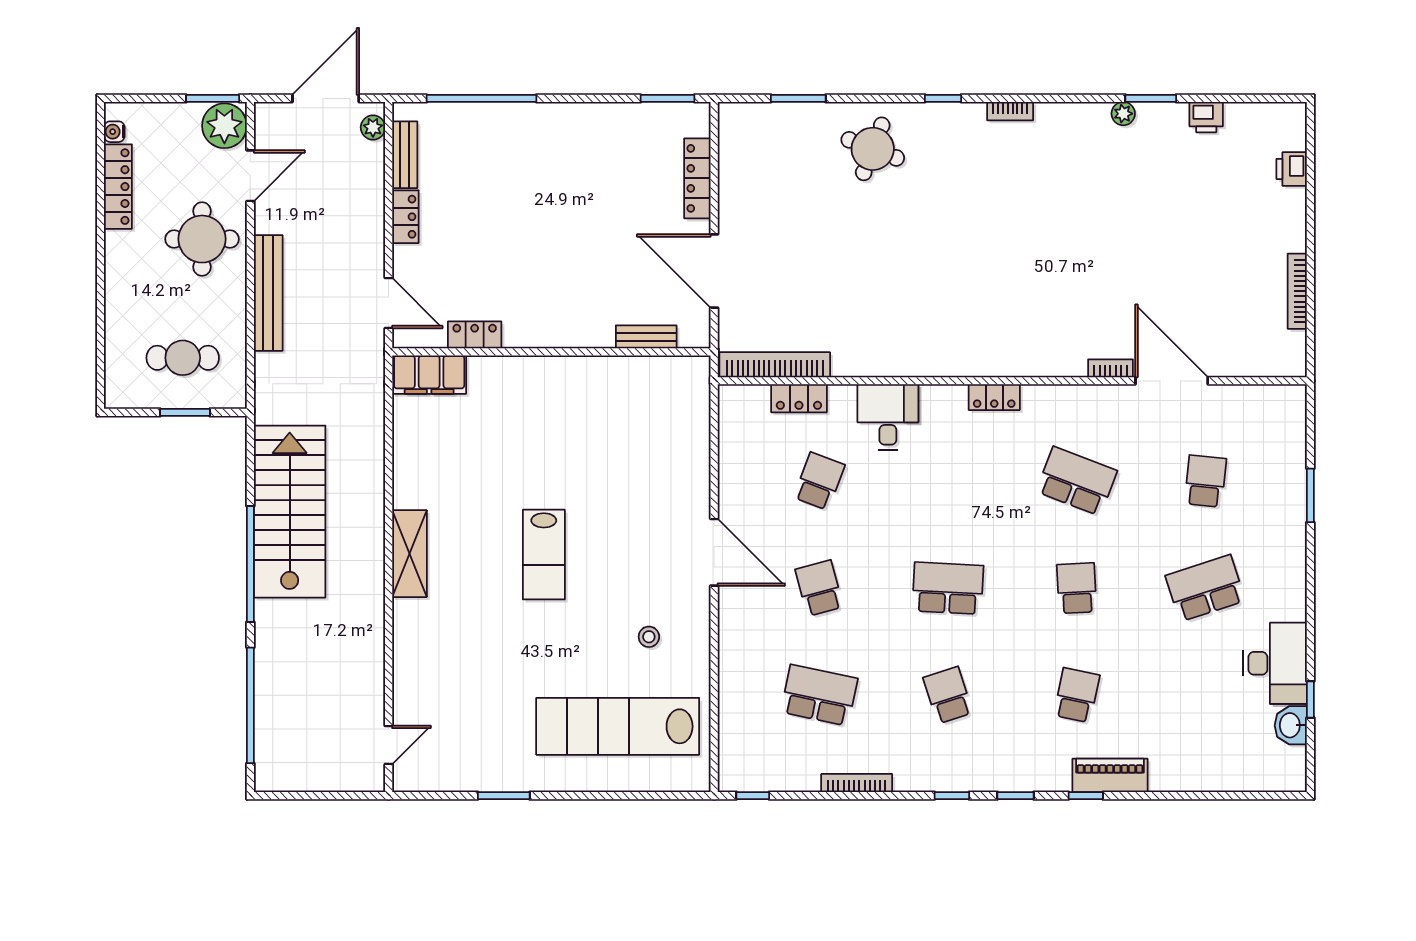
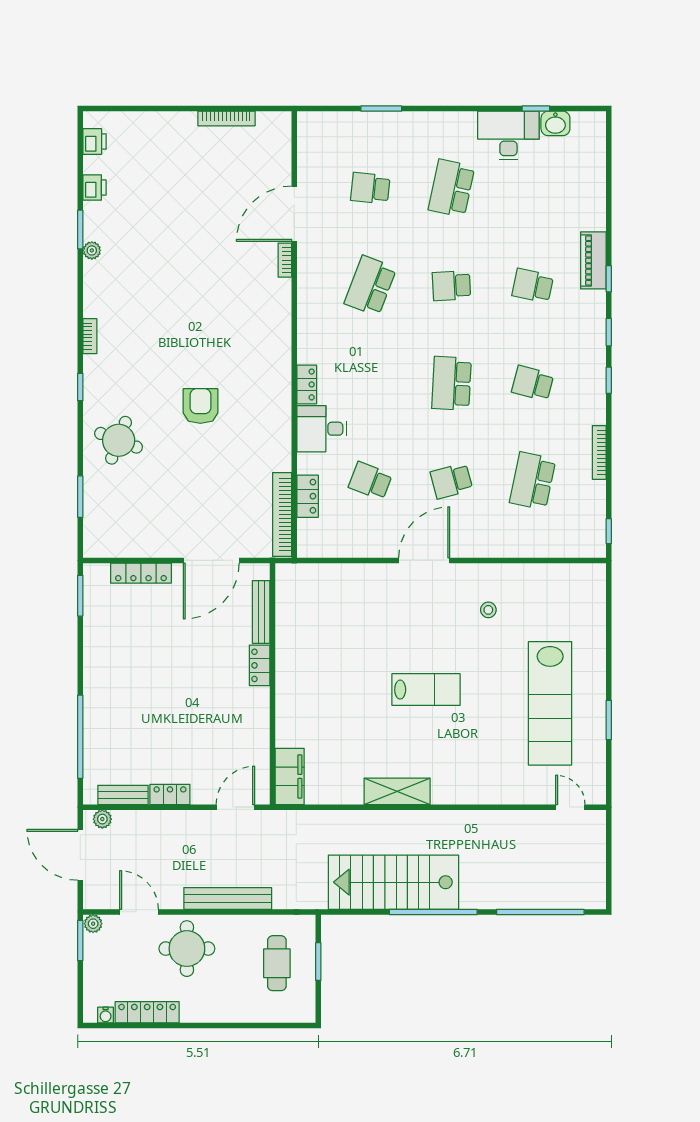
plant: (224, 126) -> (93, 924), width x0.53, depth x0.53
printer: (1292, 169) -> (95, 141), moved, turned -90
armchair: (918, 257) -> (200, 406), added
locker: (475, 335) -> (260, 665), moved
bench: (646, 337) -> (261, 612), width x1.36
locker: (994, 397) -> (307, 384), moved
shelving: (409, 554) -> (397, 791), moved
school desk: (1205, 588) -> (451, 188), turned 30
school desk: (948, 695) -> (533, 383), turned 33
lab bench: (618, 726) -> (550, 703), moved

